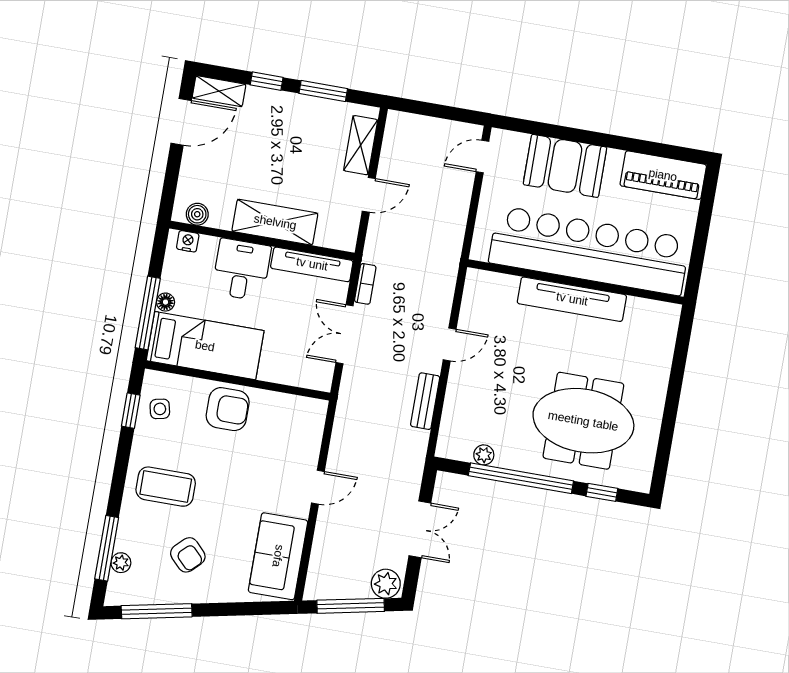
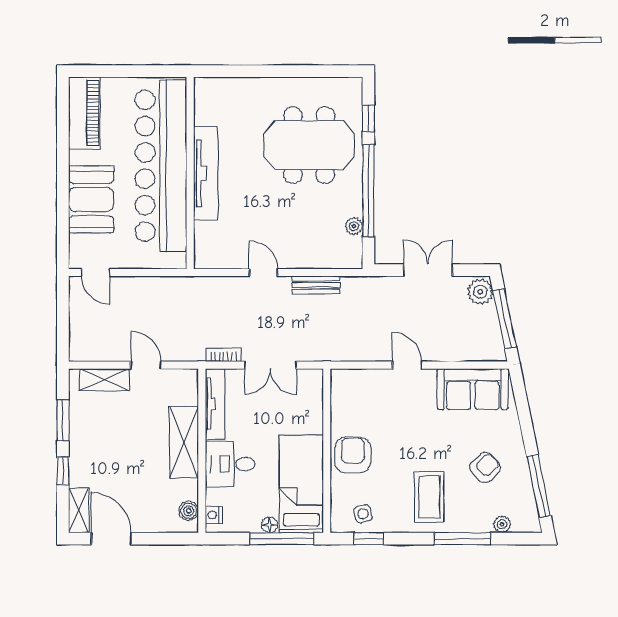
meeting table: (583, 421) -> (309, 145), turned 90
window: (107, 548) -> (462, 539), moved

